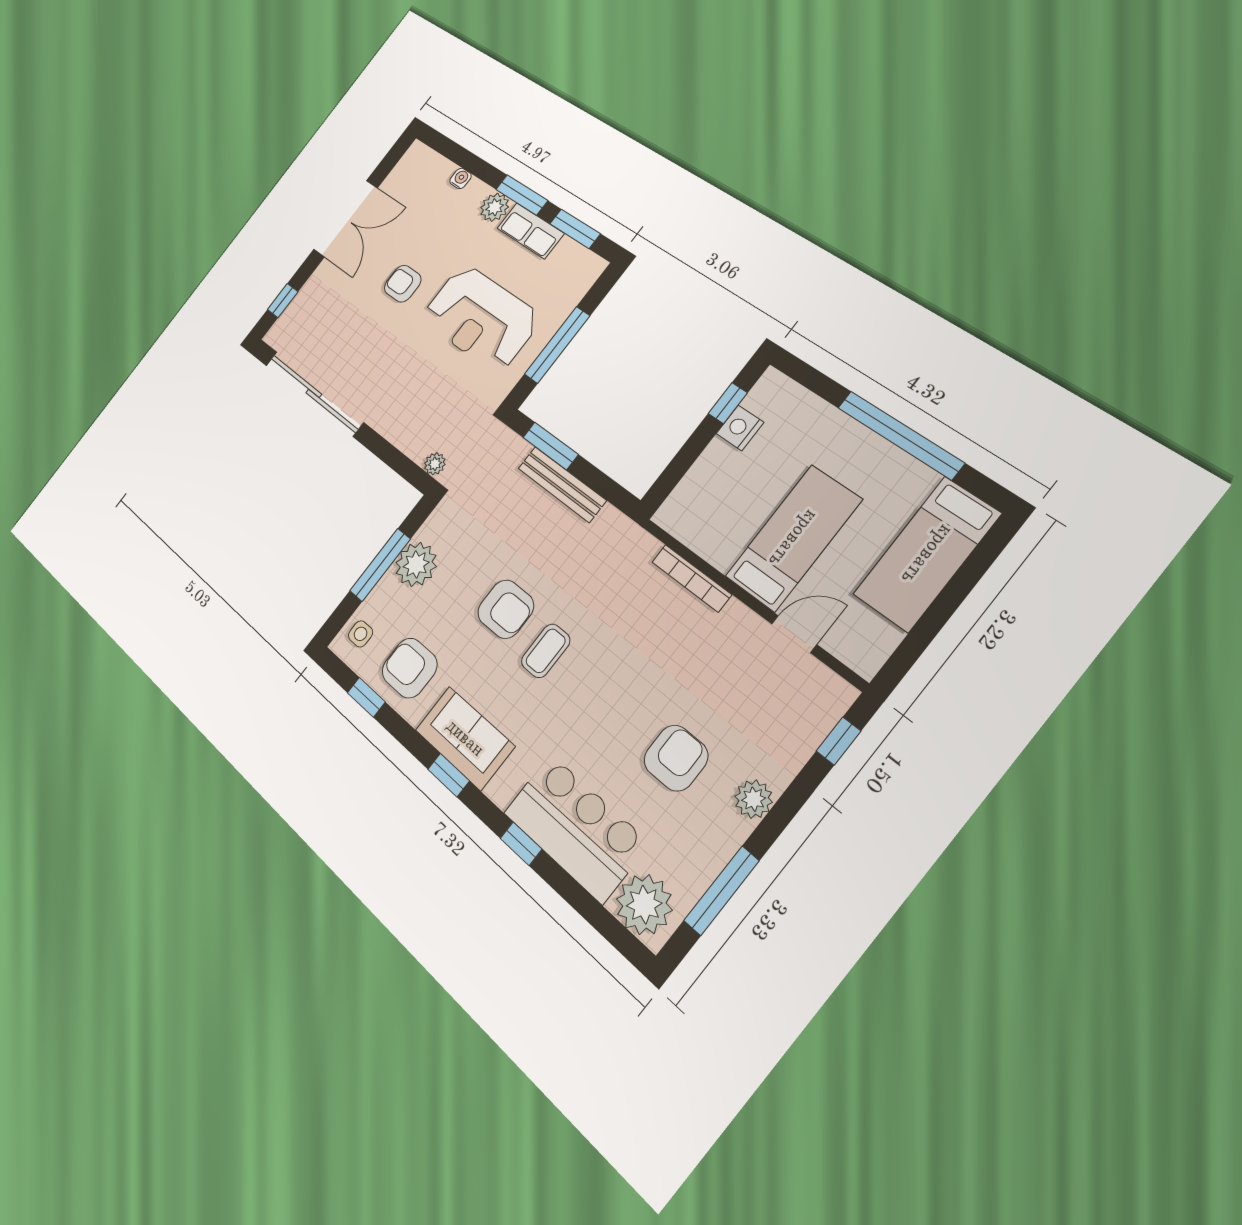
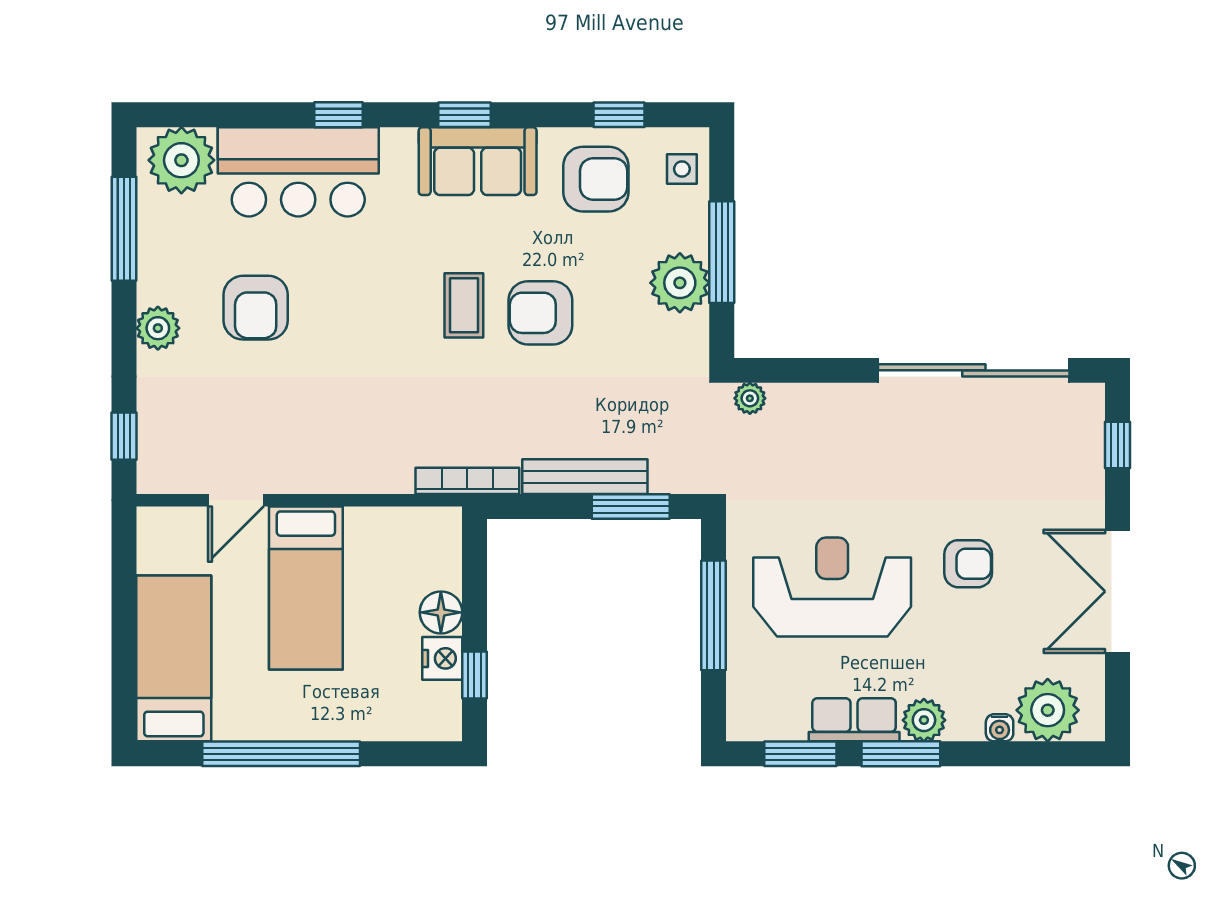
plant: (429, 173) -> (1048, 710), added
floor lamp: (717, 459) -> (441, 612), added
bookcase: (691, 578) -> (467, 481), moved

